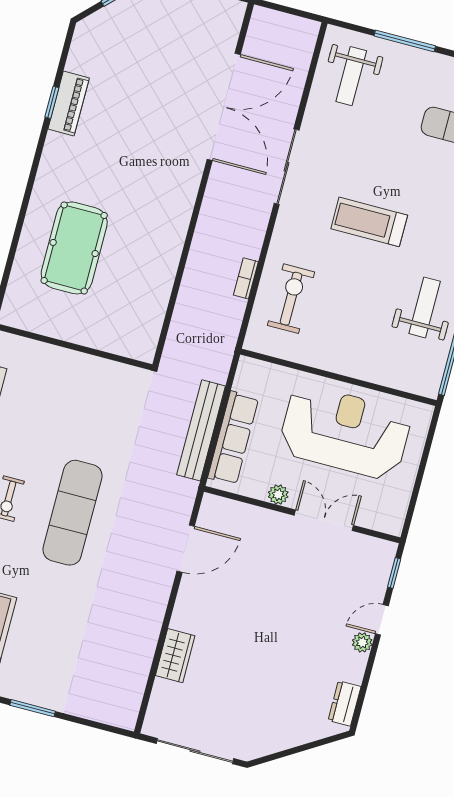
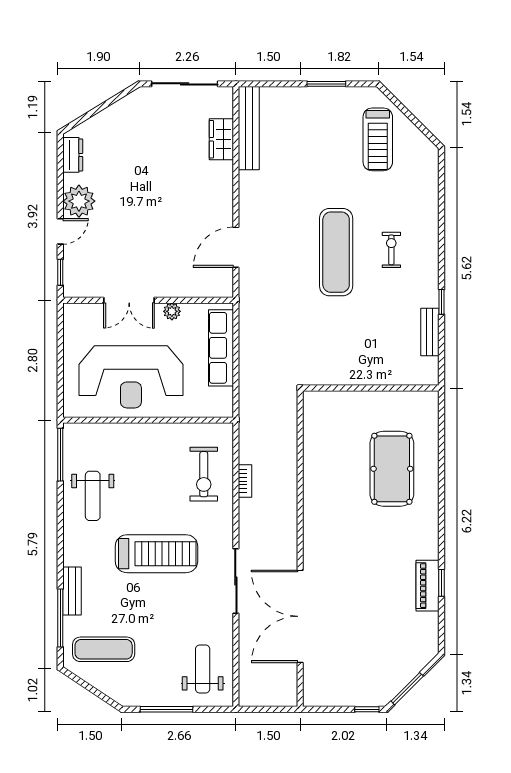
treadmill: (369, 222) -> (156, 554), width x1.37, depth x1.38
bench: (201, 430) -> (249, 128), moved
plant: (362, 642) -> (79, 201), width x1.88, depth x1.88
wardrobe: (175, 656) -> (221, 139), moved

